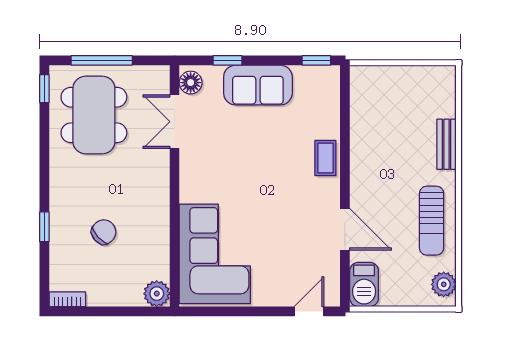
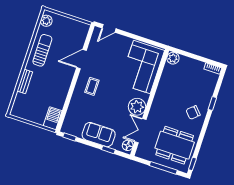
dining table: (94, 115) -> (175, 145), turned 90
double door: (175, 122) -> (140, 131), swing flipped
coffee table: (325, 158) -> (92, 86), moved
plant: (198, 169) -> (137, 107), added
door: (345, 229) -> (81, 59), hinge flipped
chair: (104, 232) -> (193, 112), moved
barbecue: (364, 284) -> (53, 118), moved

